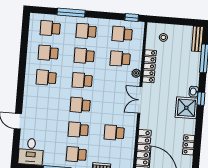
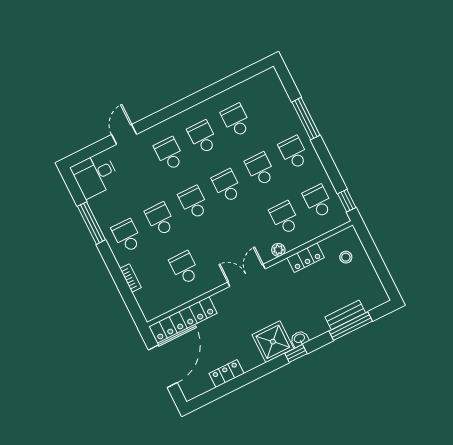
school desk: (50, 28) -> (169, 154), moved
bench: (198, 39) -> (345, 315), moved
locker: (149, 66) -> (306, 258), width x0.66

